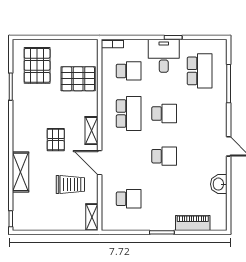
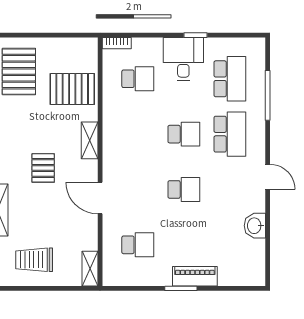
school desk: (129, 114) -> (230, 134), moved
shelving: (92, 131) -> (90, 140), moved
trolley: (70, 185) -> (34, 260), moved, turned 180
piano: (193, 223) -> (195, 276), moved

